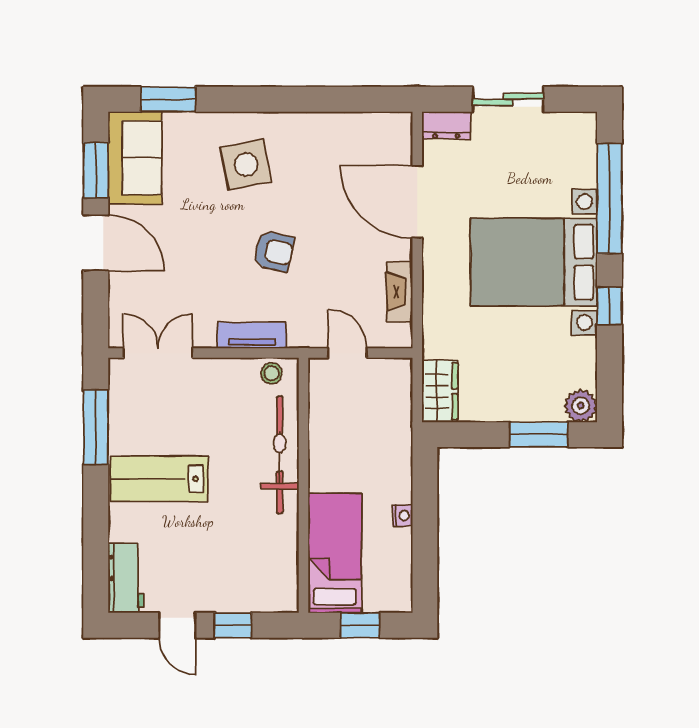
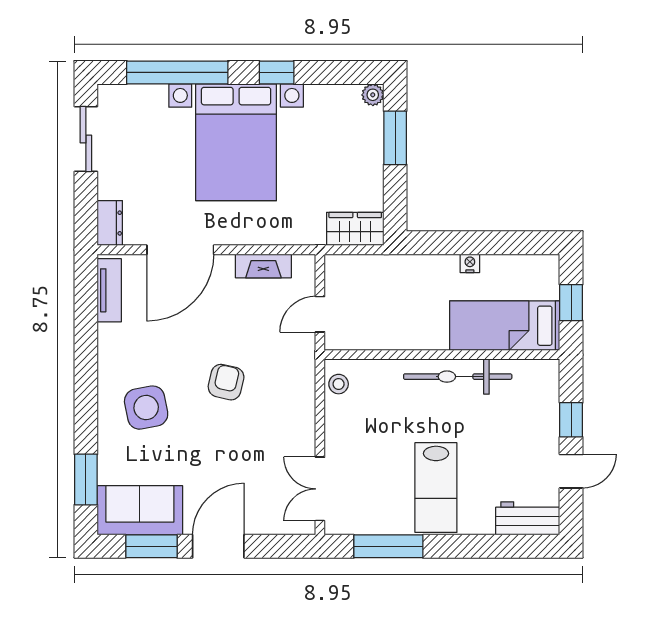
sliding door: (508, 99) -> (86, 139), moved
tv unit: (252, 335) -> (109, 290), moved, turned 180
plant: (581, 406) -> (373, 95), width x0.73, depth x0.73
bicycle: (280, 455) -> (458, 377), moved

